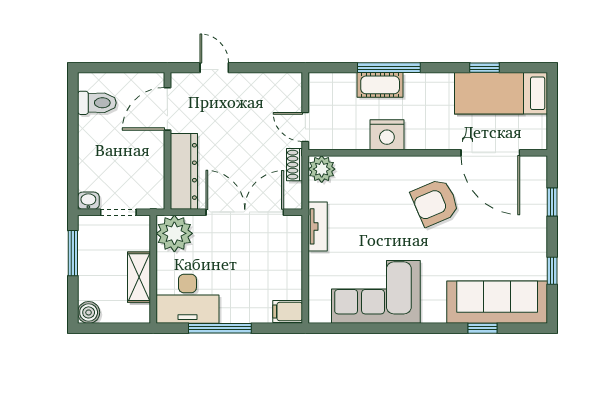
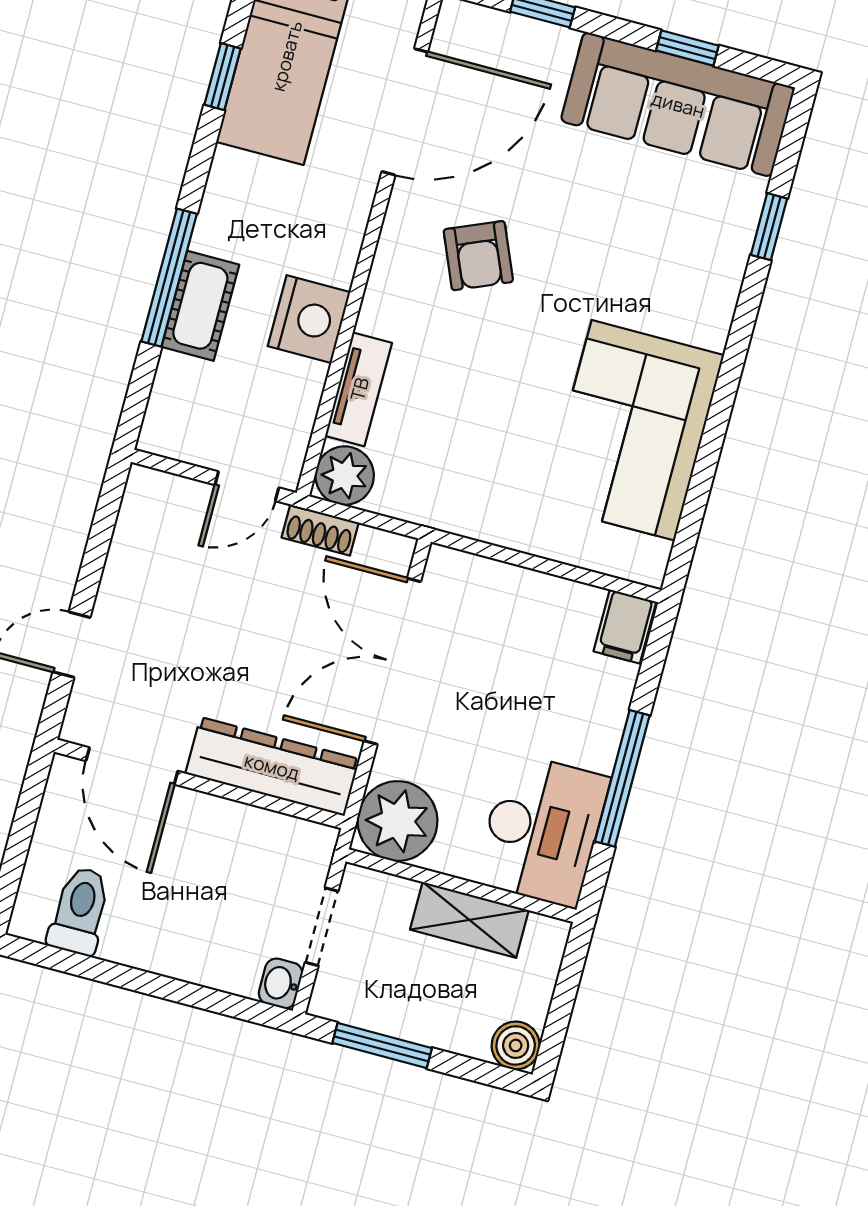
armchair: (435, 202) -> (478, 256), width x0.72, depth x0.72
tv unit: (318, 226) -> (359, 389), moved, turned 90
sofa: (497, 302) -> (678, 104), moved, turned -90

